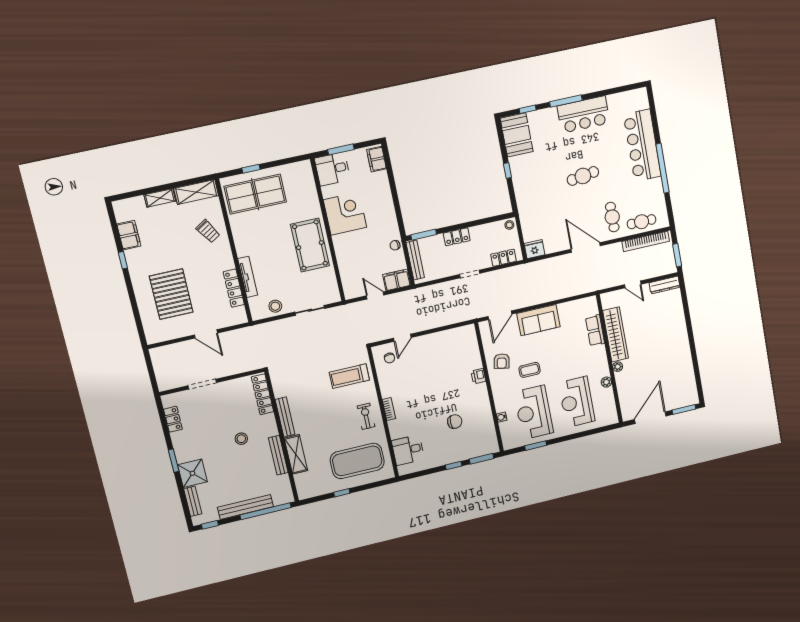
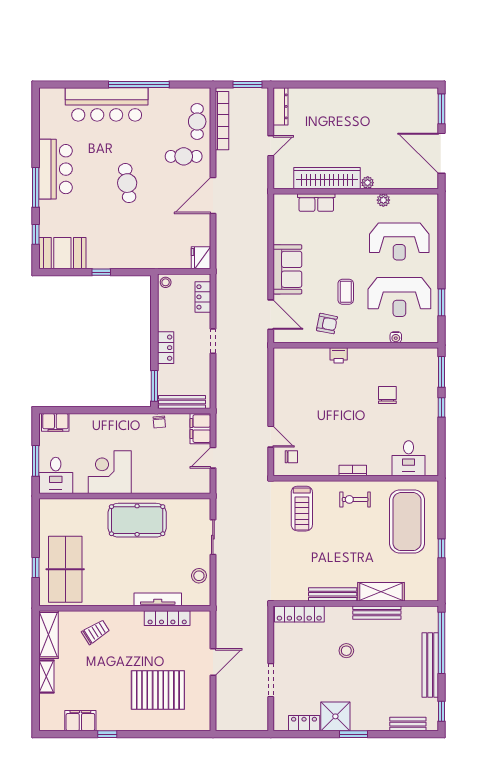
shower: (192, 473) -> (335, 716), moved

